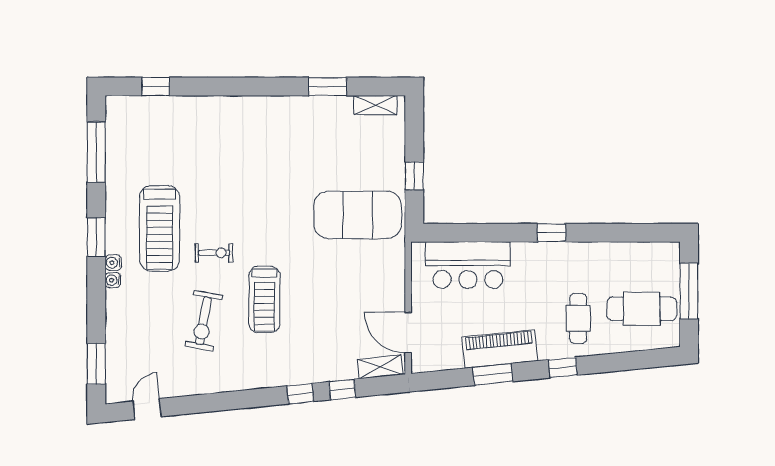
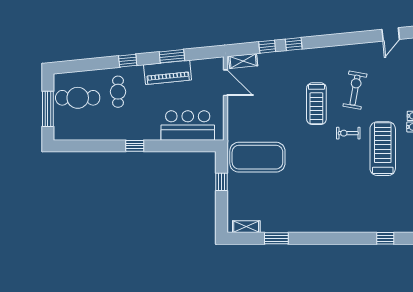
treadmill: (264, 299) -> (316, 104), turned 180

